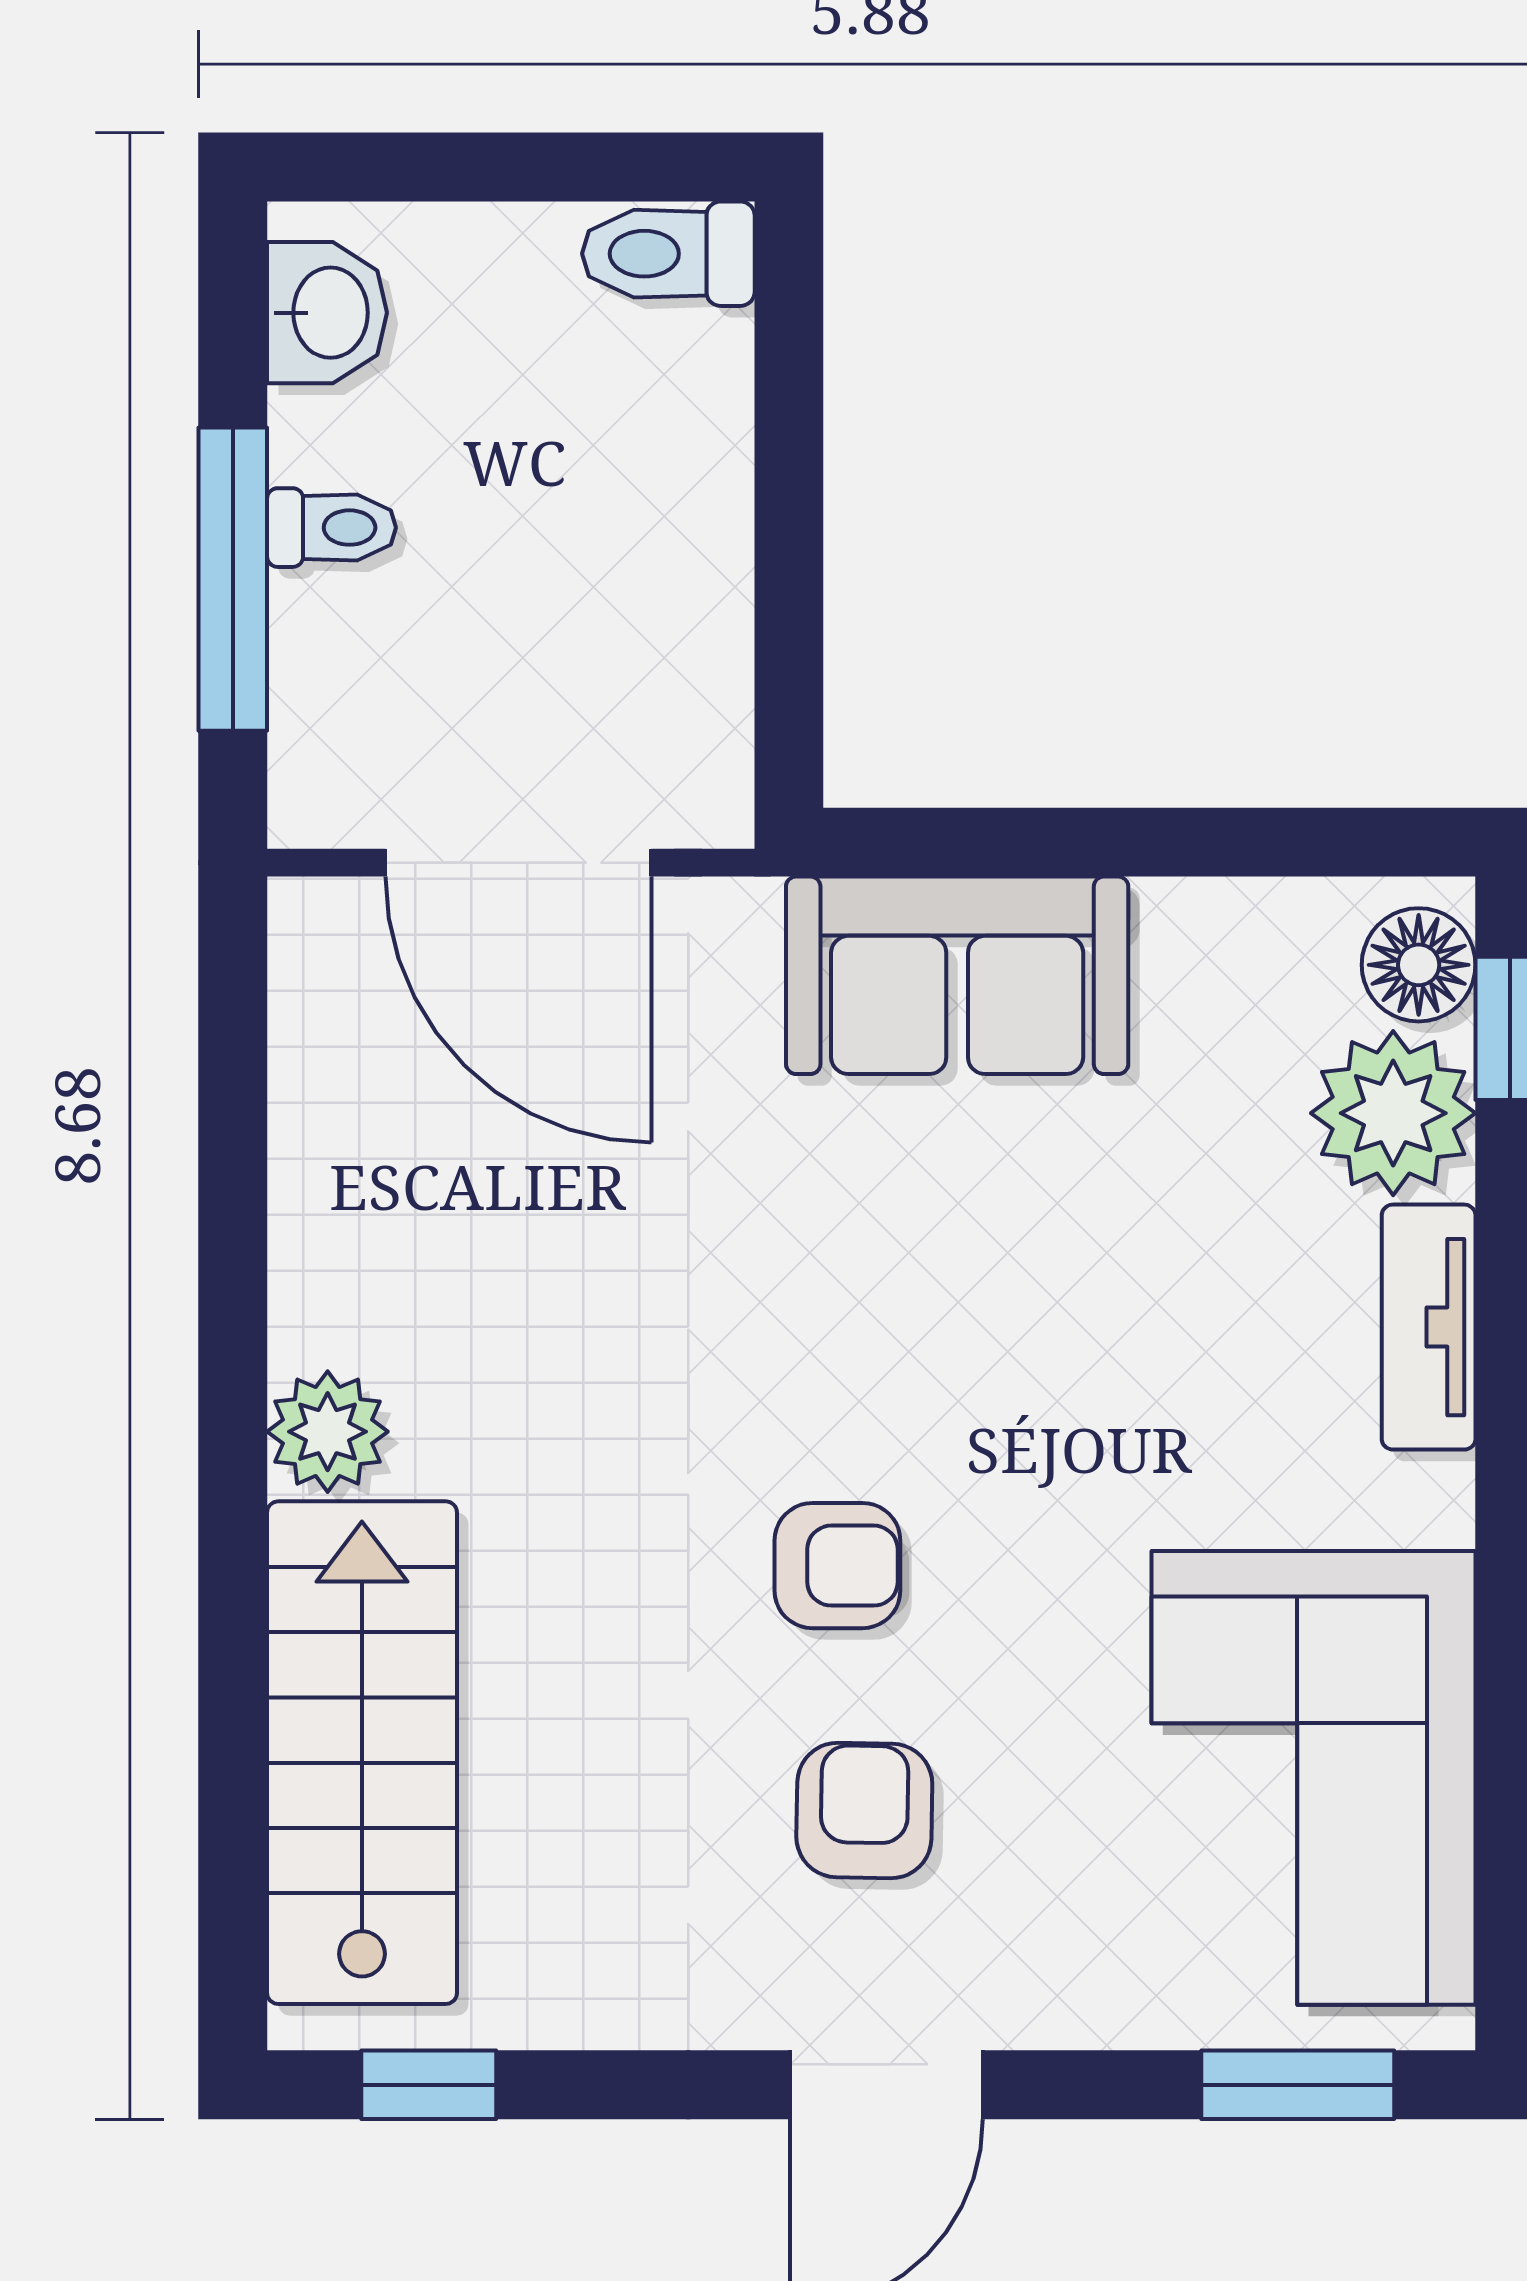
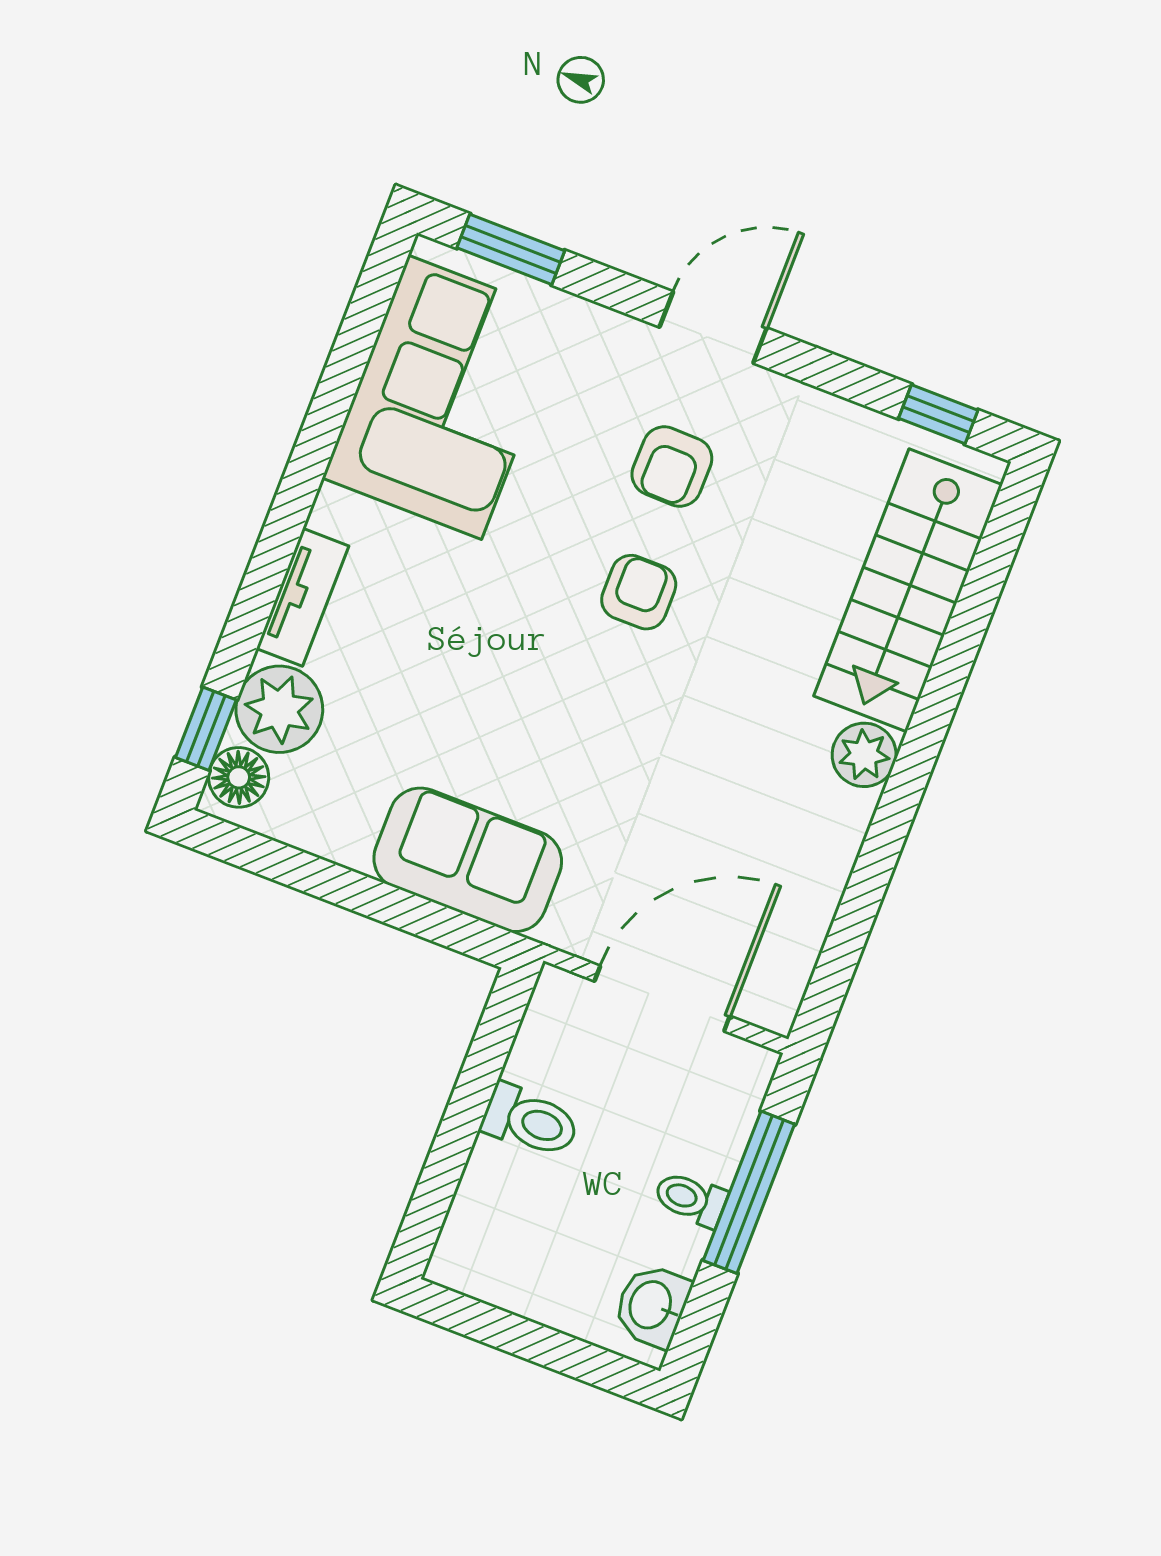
toilet: (668, 254) -> (530, 1121), moved
door: (518, 863) -> (662, 999), hinge flipped
armchair: (837, 1566) -> (639, 592), turned 90

